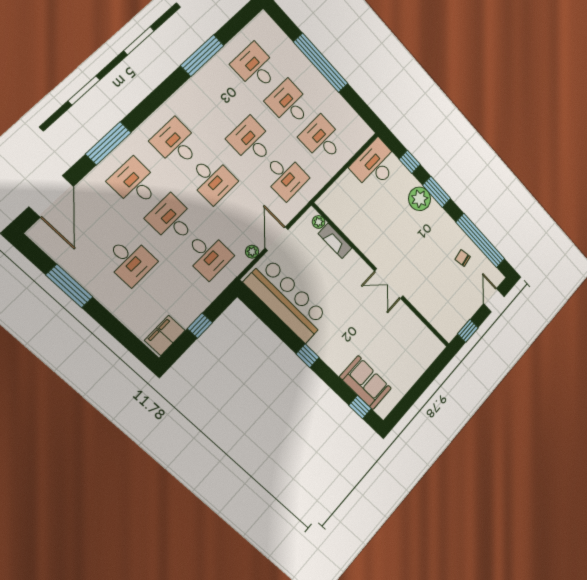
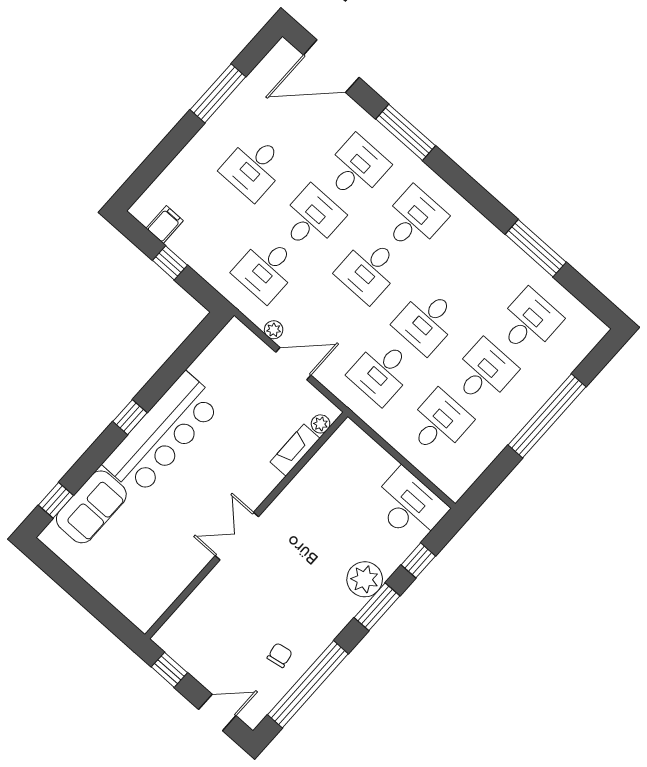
desk: (251, 141) -> (426, 321), turned 180
bar counter: (287, 300) -> (163, 434), moved
filing cabinet: (165, 335) -> (165, 225), width x0.50

